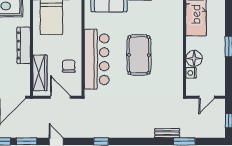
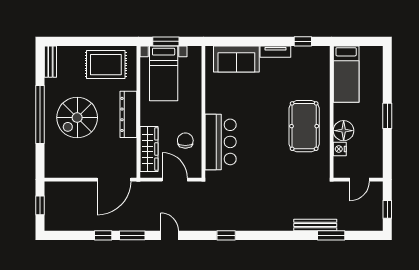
pool table: (139, 55) -> (304, 126), moved
bar counter: (97, 59) -> (221, 142), width x0.73
bench: (167, 133) -> (315, 225), width x1.36

